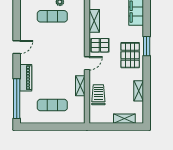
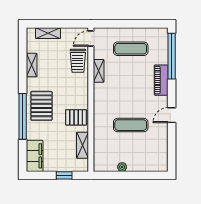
exercise mat: (52, 16) -> (131, 125), moved
window: (147, 46) -> (23, 116), width x2.11
door: (87, 63) -> (91, 39), moved

